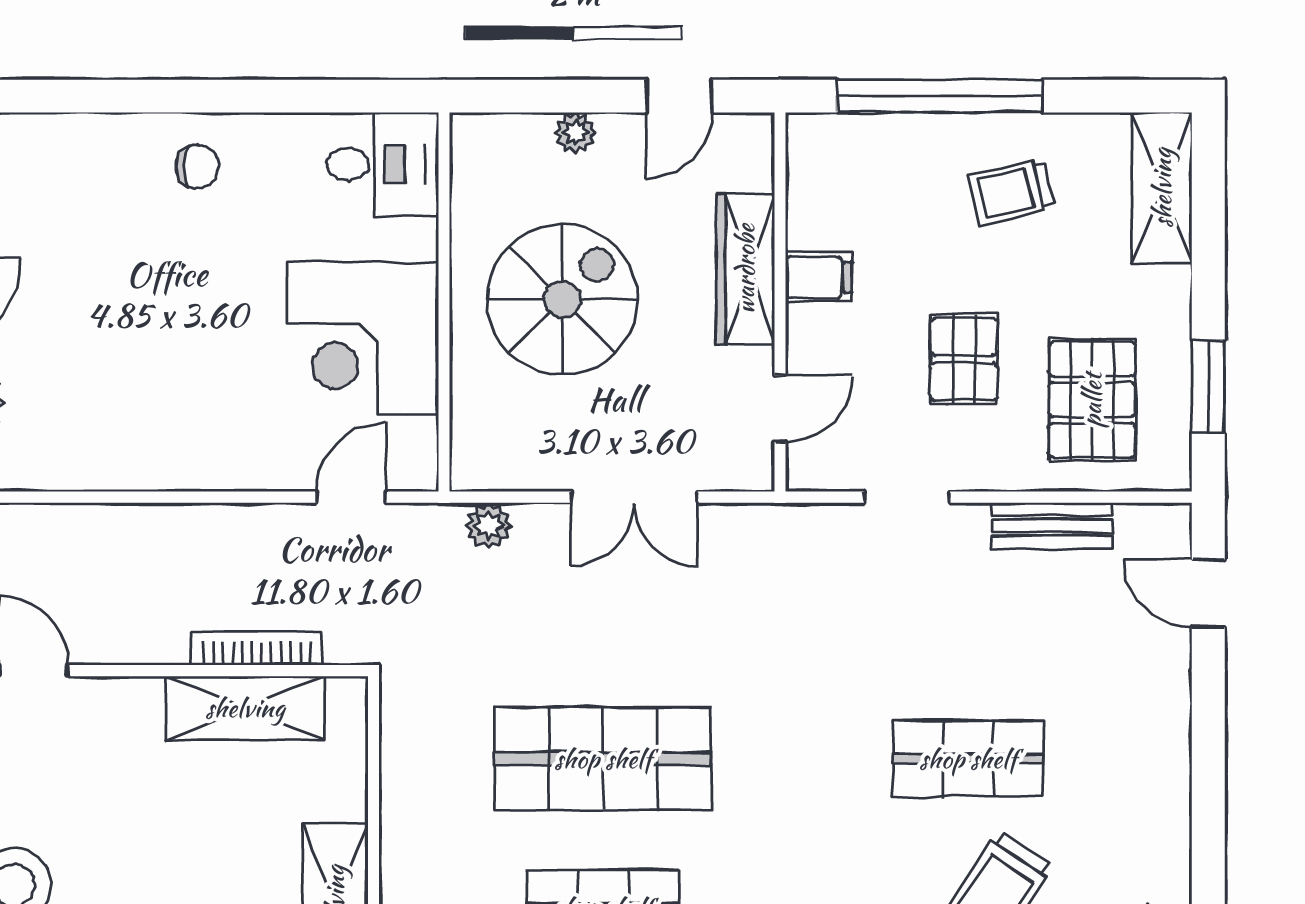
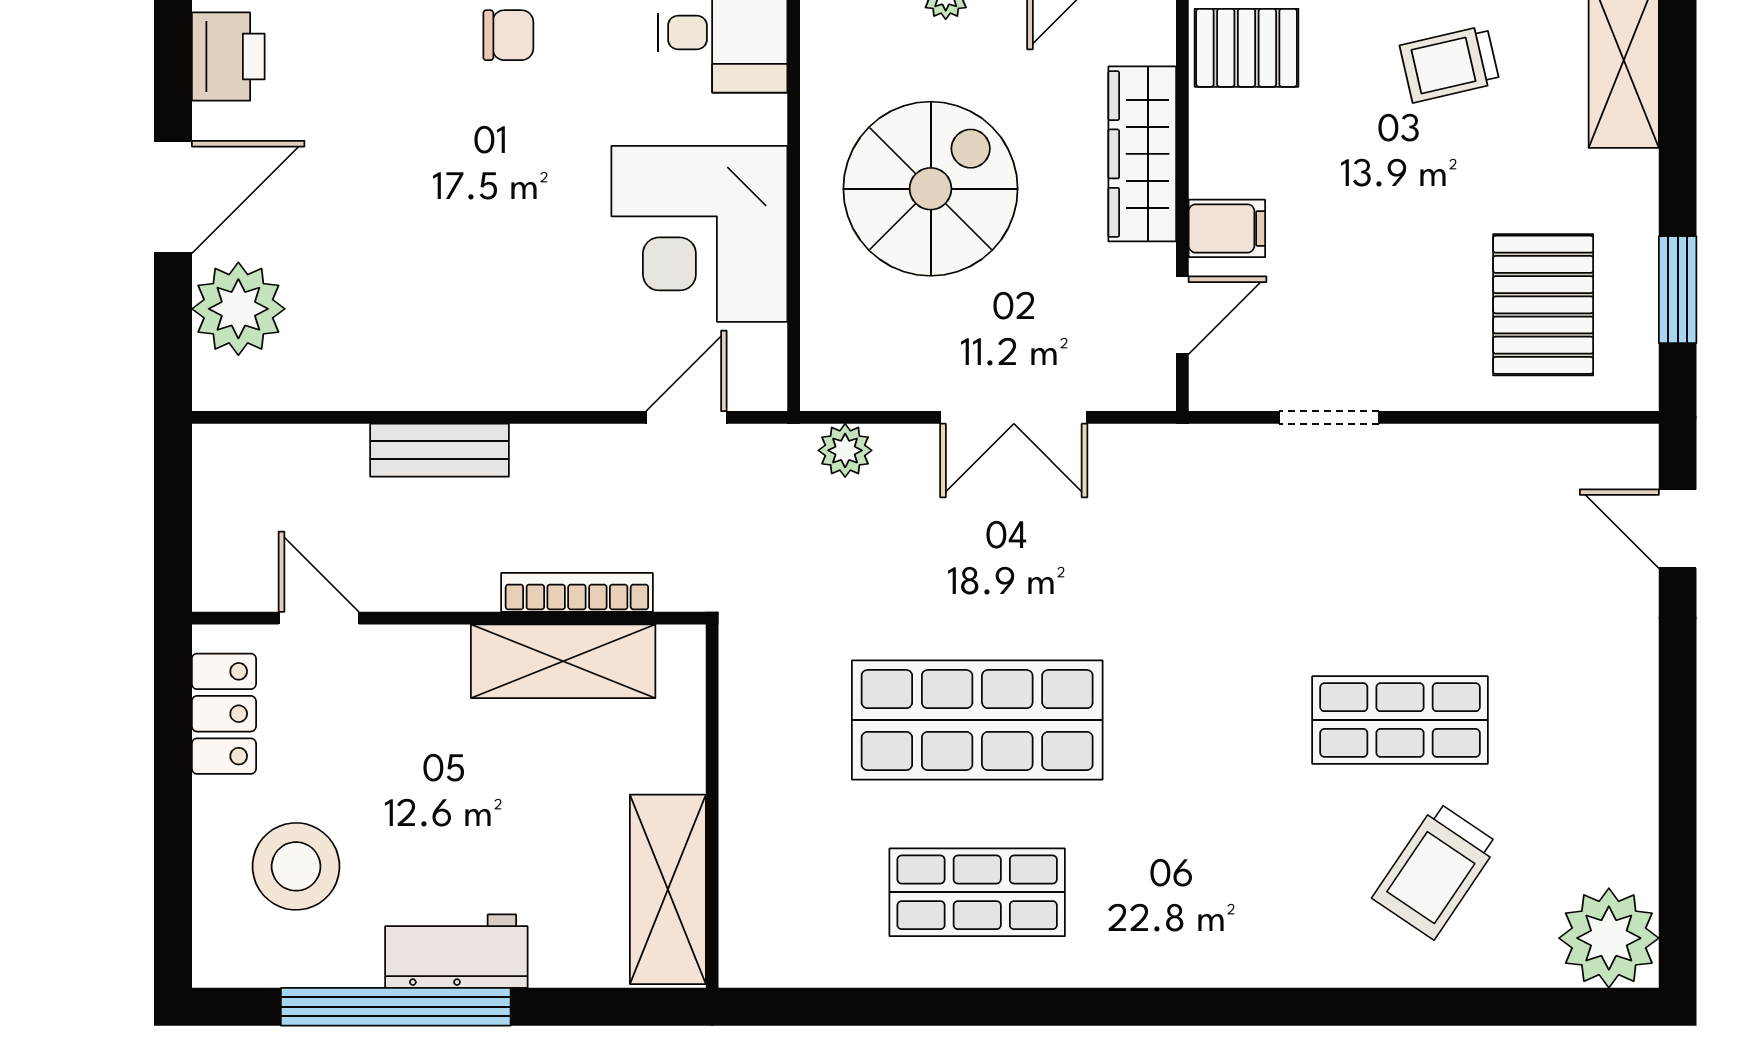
filing cabinet: (819, 277) -> (1227, 228), moved
pallet: (964, 359) -> (1247, 48), moved, turned 90
bench: (1052, 525) -> (440, 450), moved

